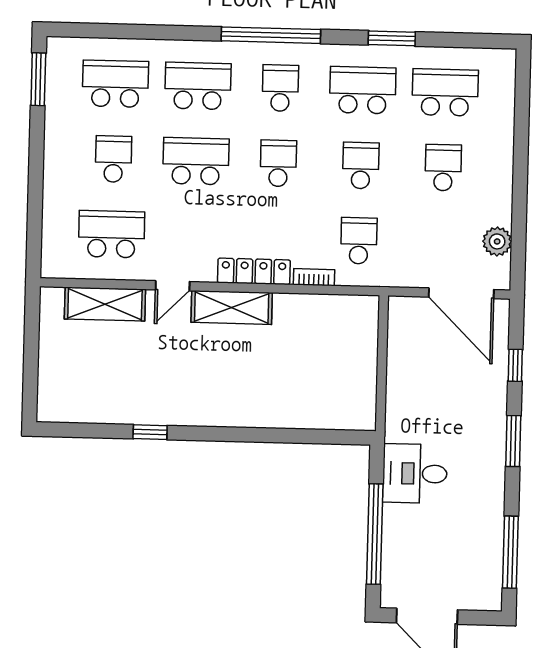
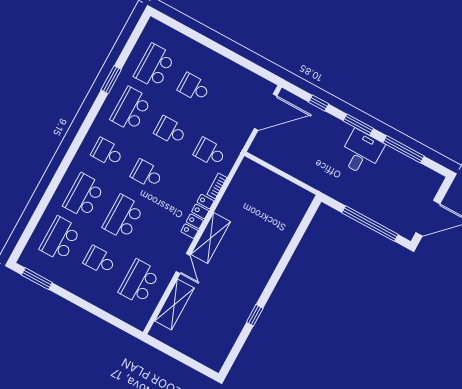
window: (271, 35) -> (77, 143), removed
plant: (497, 241) -> (248, 79), removed
desk: (415, 474) -> (361, 152), moved, turned 180
window: (510, 552) -> (404, 149), moved

